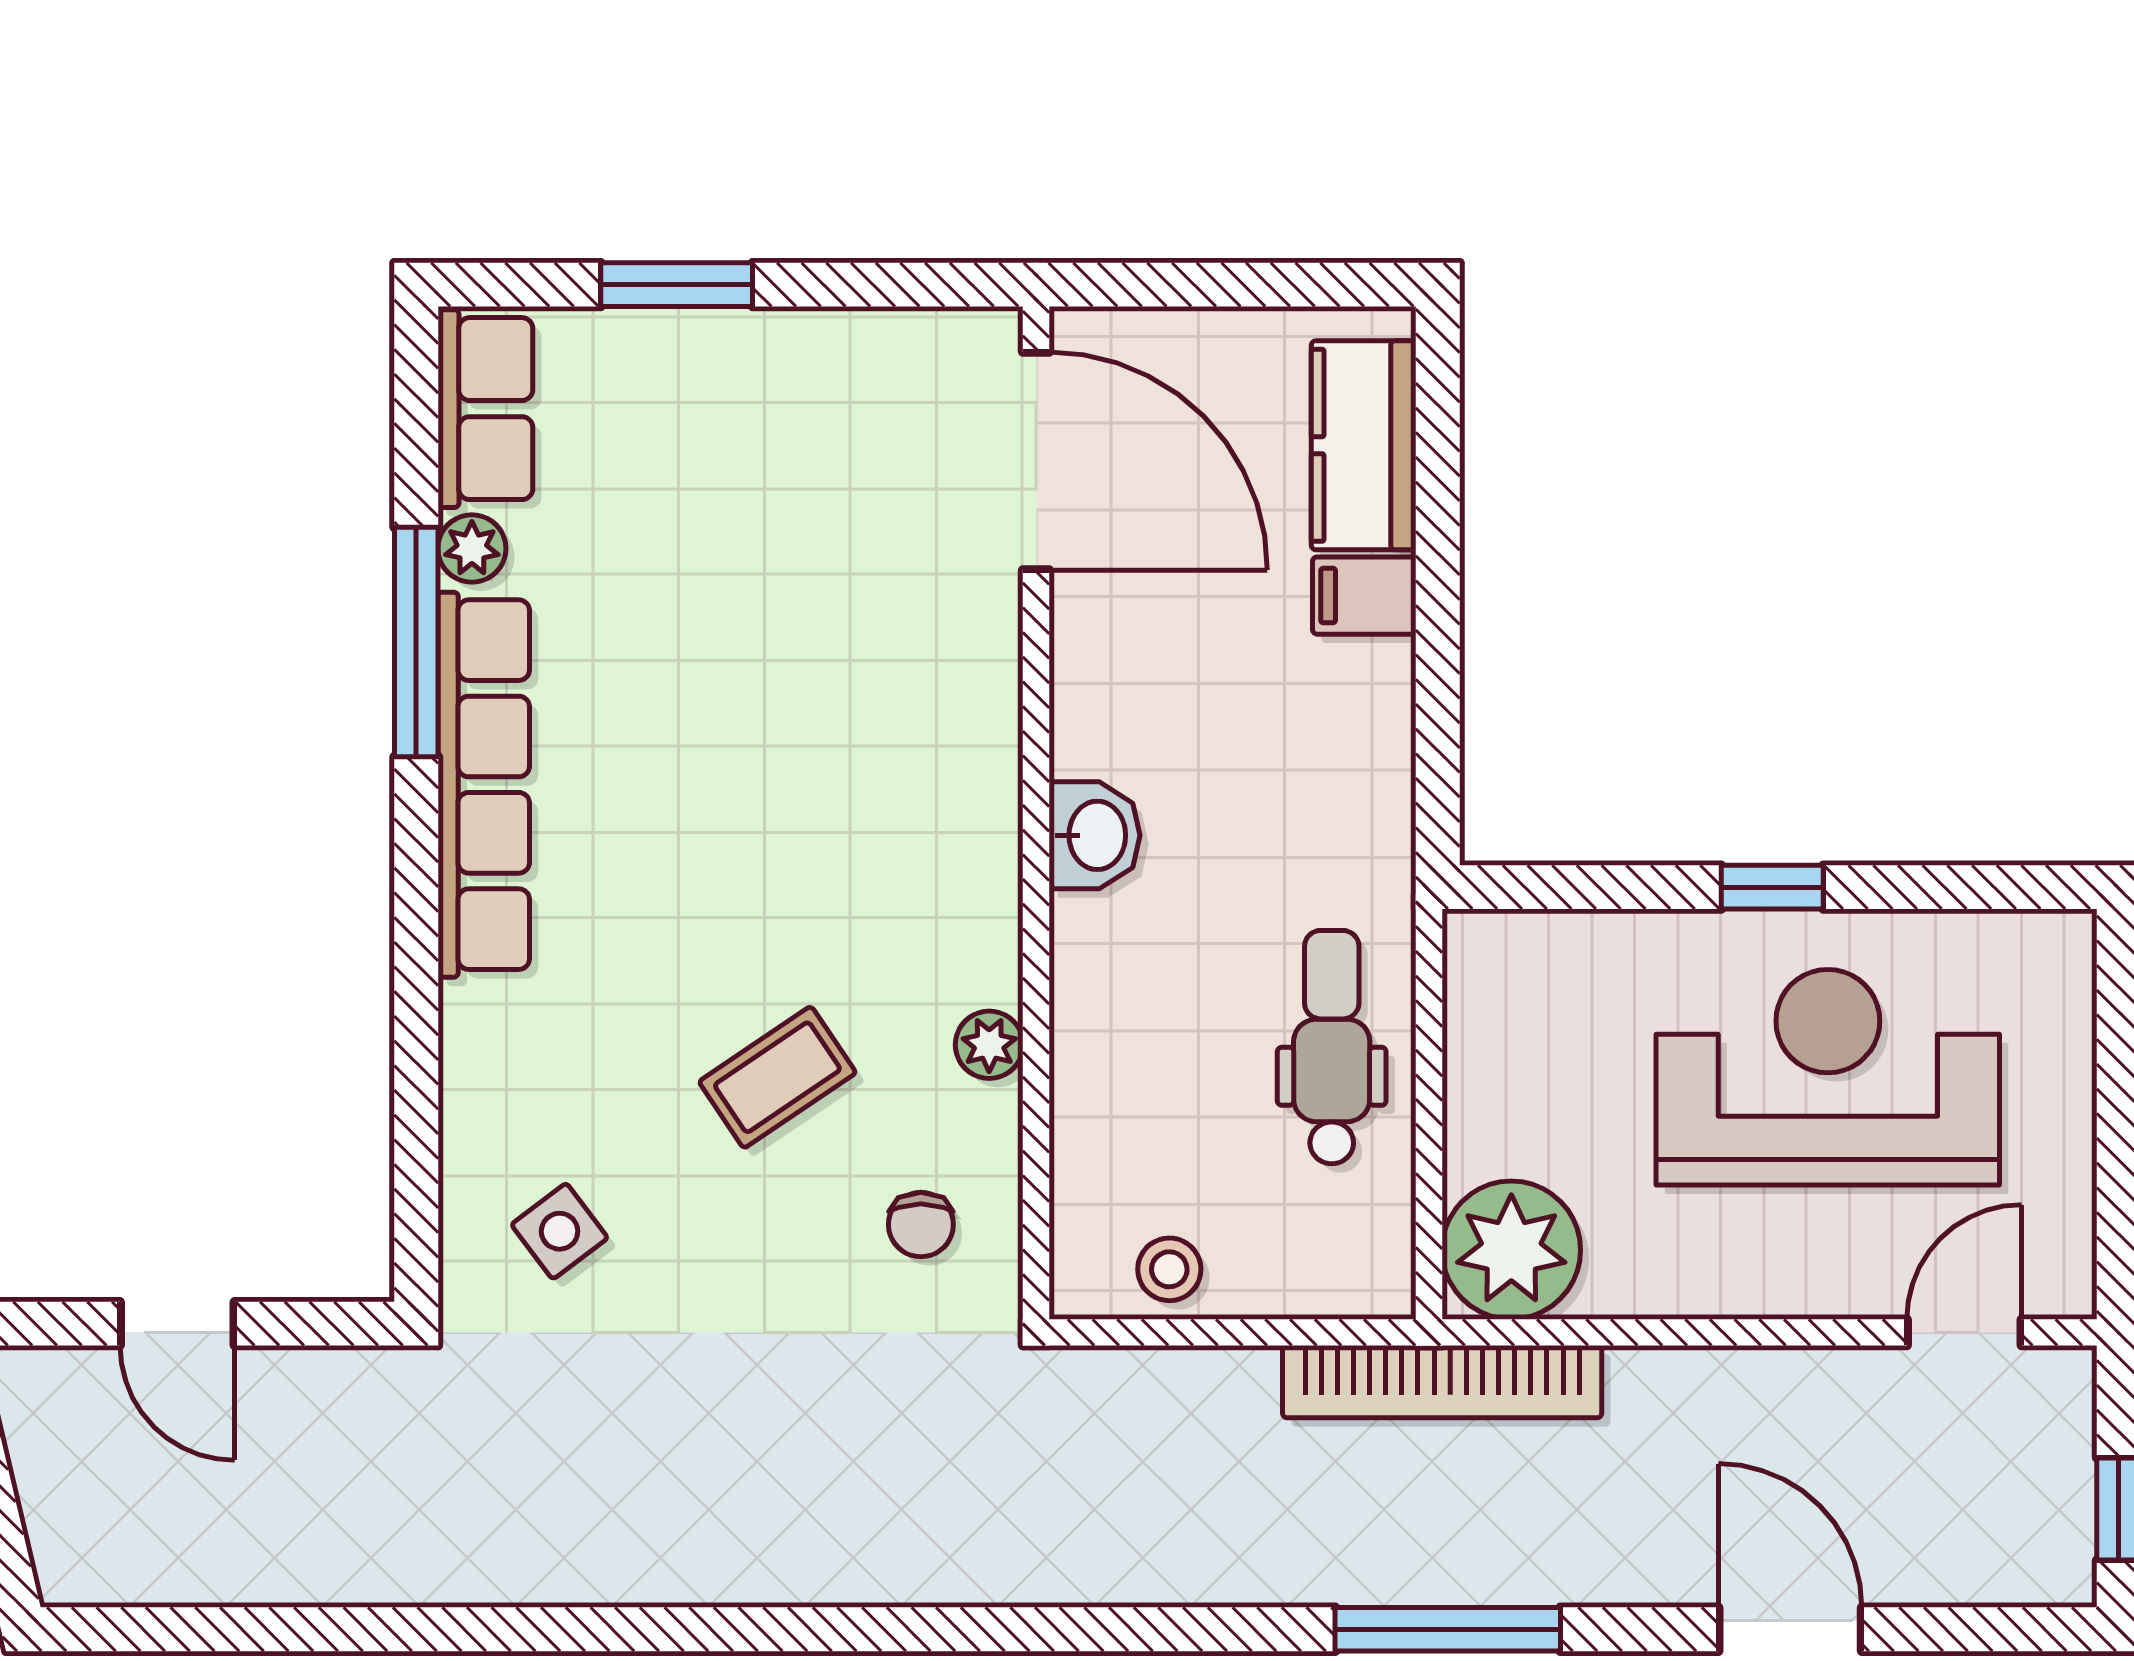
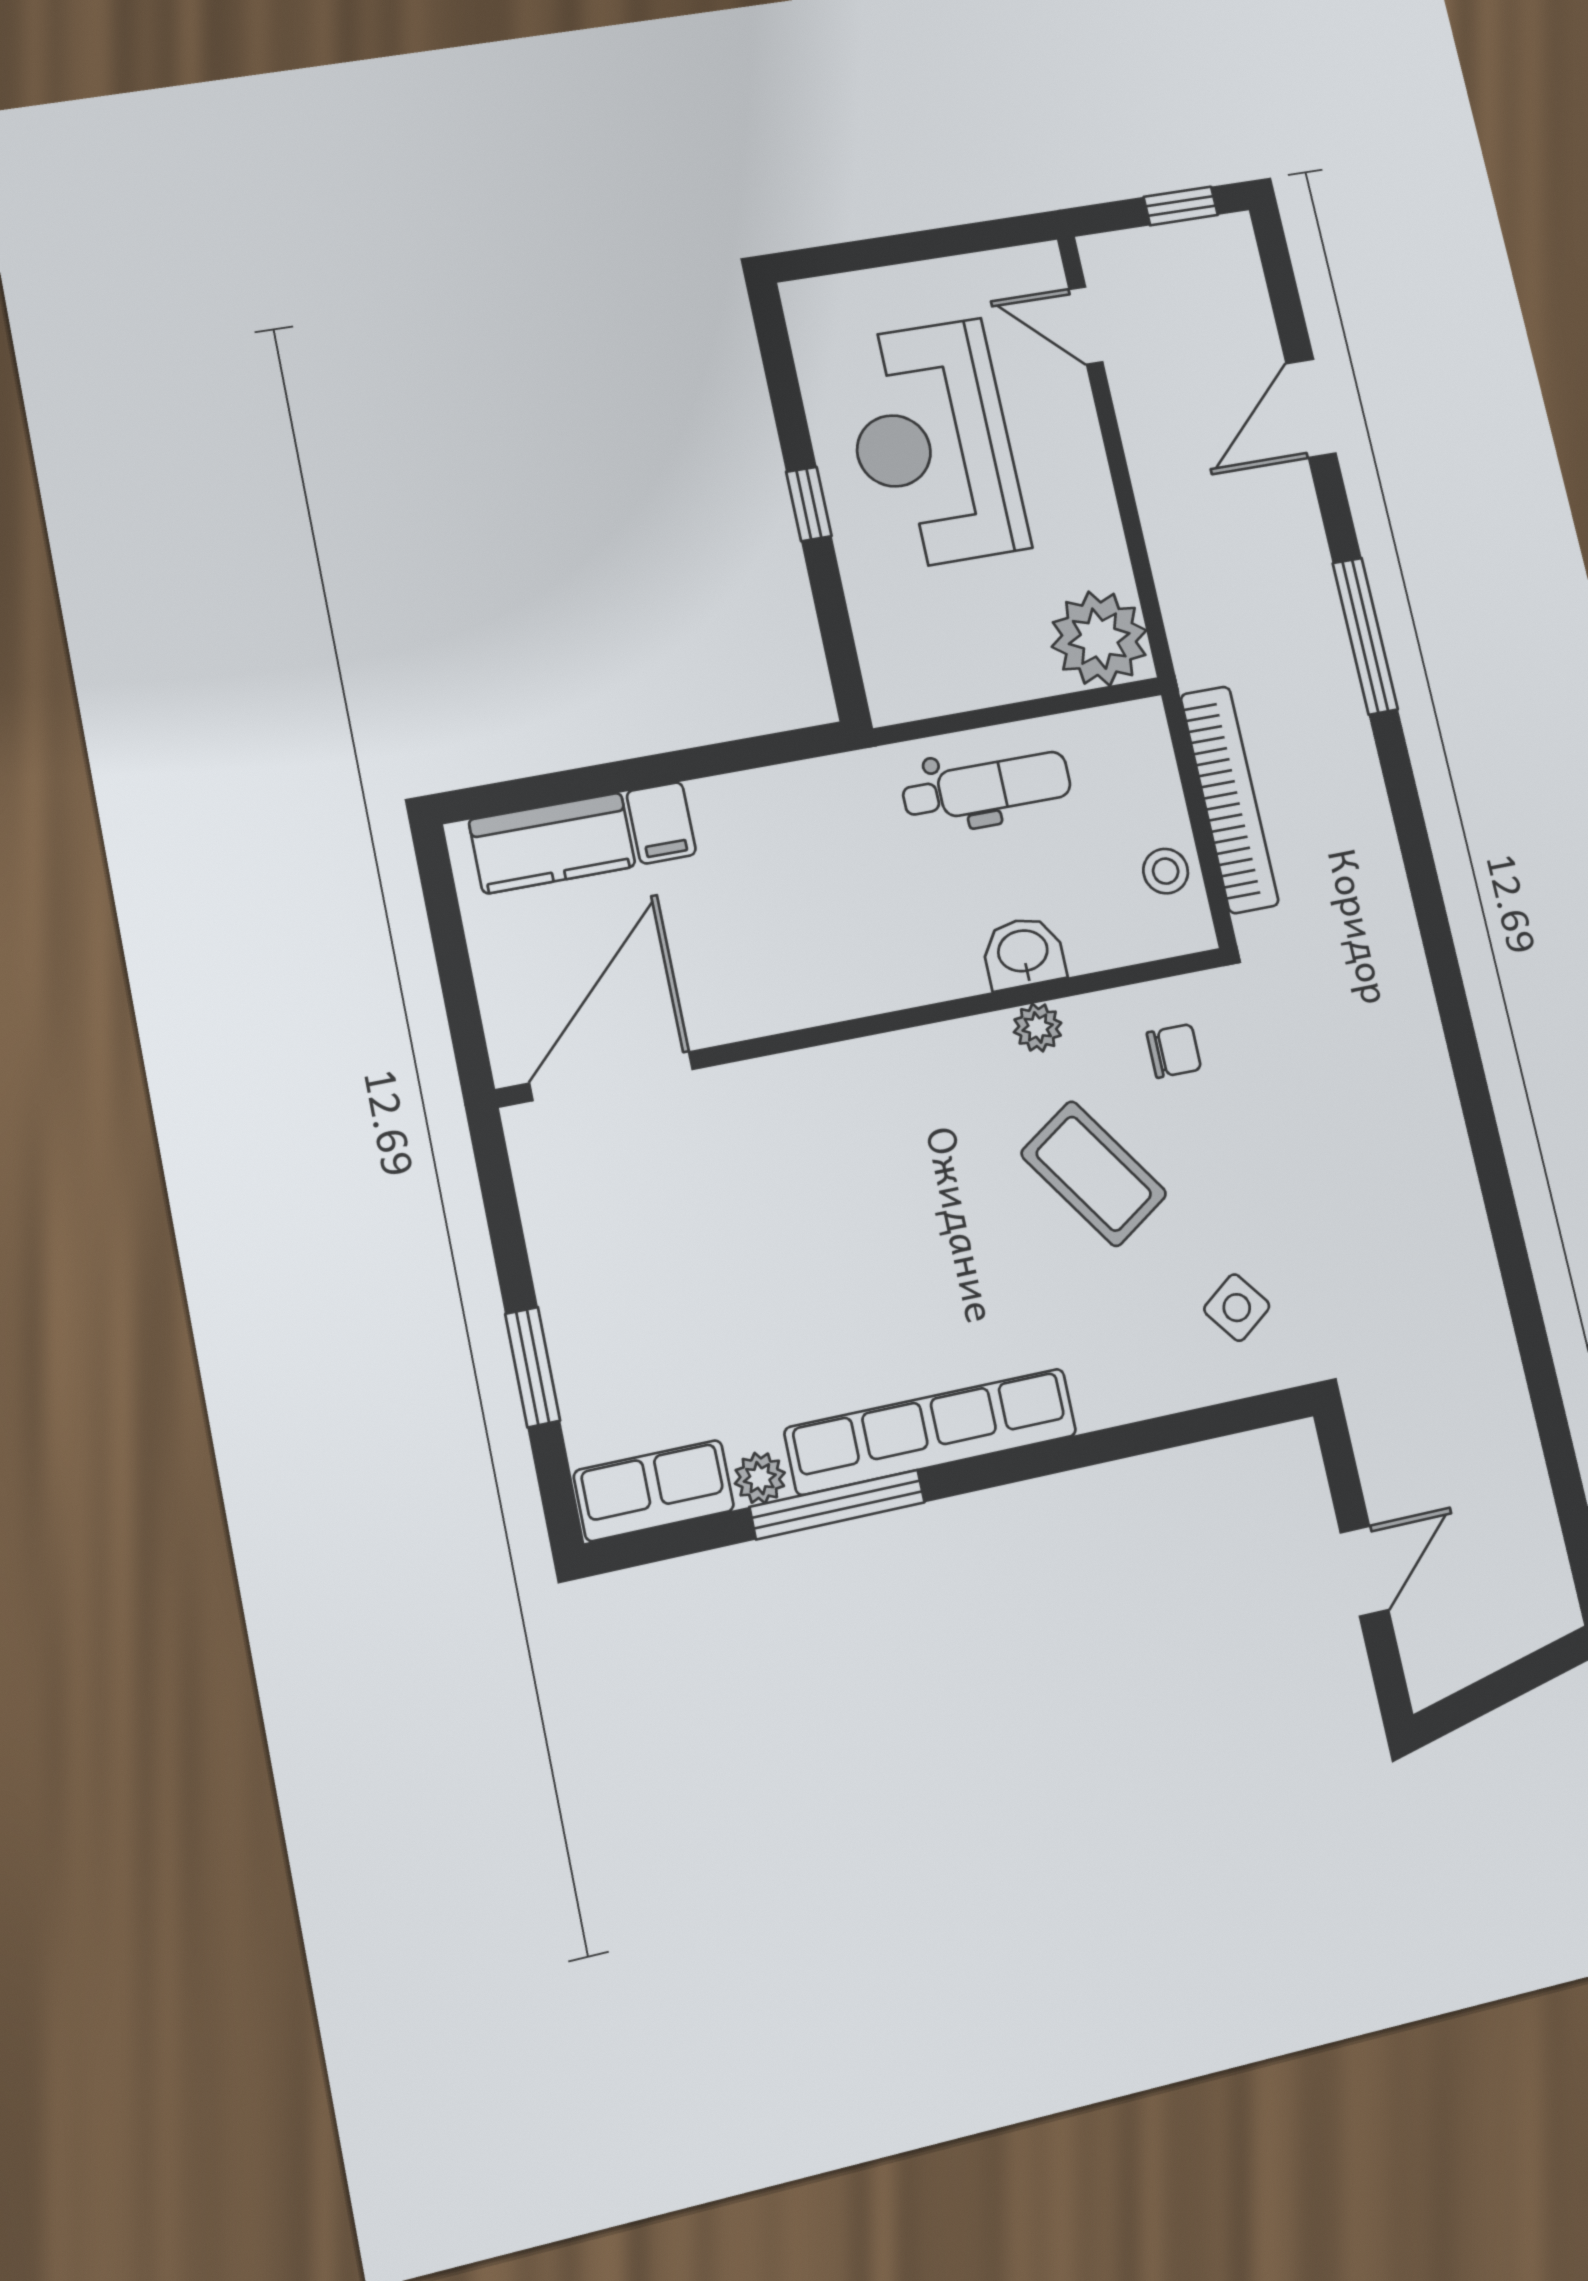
washbasin: (1095, 835) -> (1023, 953), moved
dental chair: (1332, 1047) -> (986, 787), turned 180
coffee table: (777, 1077) -> (1094, 1174), width x1.36, depth x1.30
bookcase: (1442, 1382) -> (1229, 799), moved

